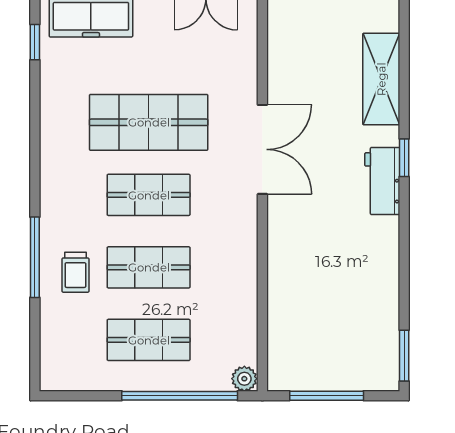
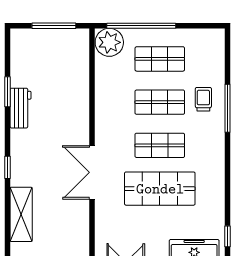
workbench: (382, 181) -> (21, 108), moved
window: (404, 356) -> (8, 92), moved
plant: (244, 379) -> (109, 42), width x1.87, depth x1.87

